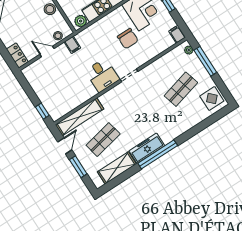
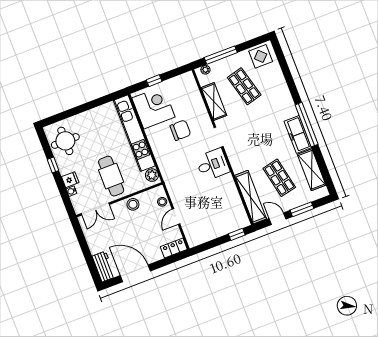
filing cabinet: (177, 34) -> (187, 78), removed
filing cabinet: (72, 45) -> (175, 189), removed
shelving: (161, 64) -> (214, 102), added

